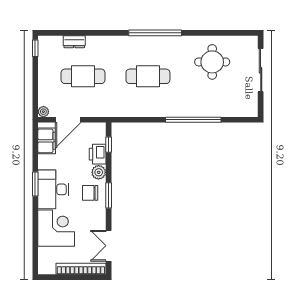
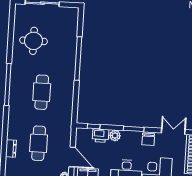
chair: (90, 193) -> (148, 139), moved
double door: (109, 246) -> (173, 131), swing flipped

